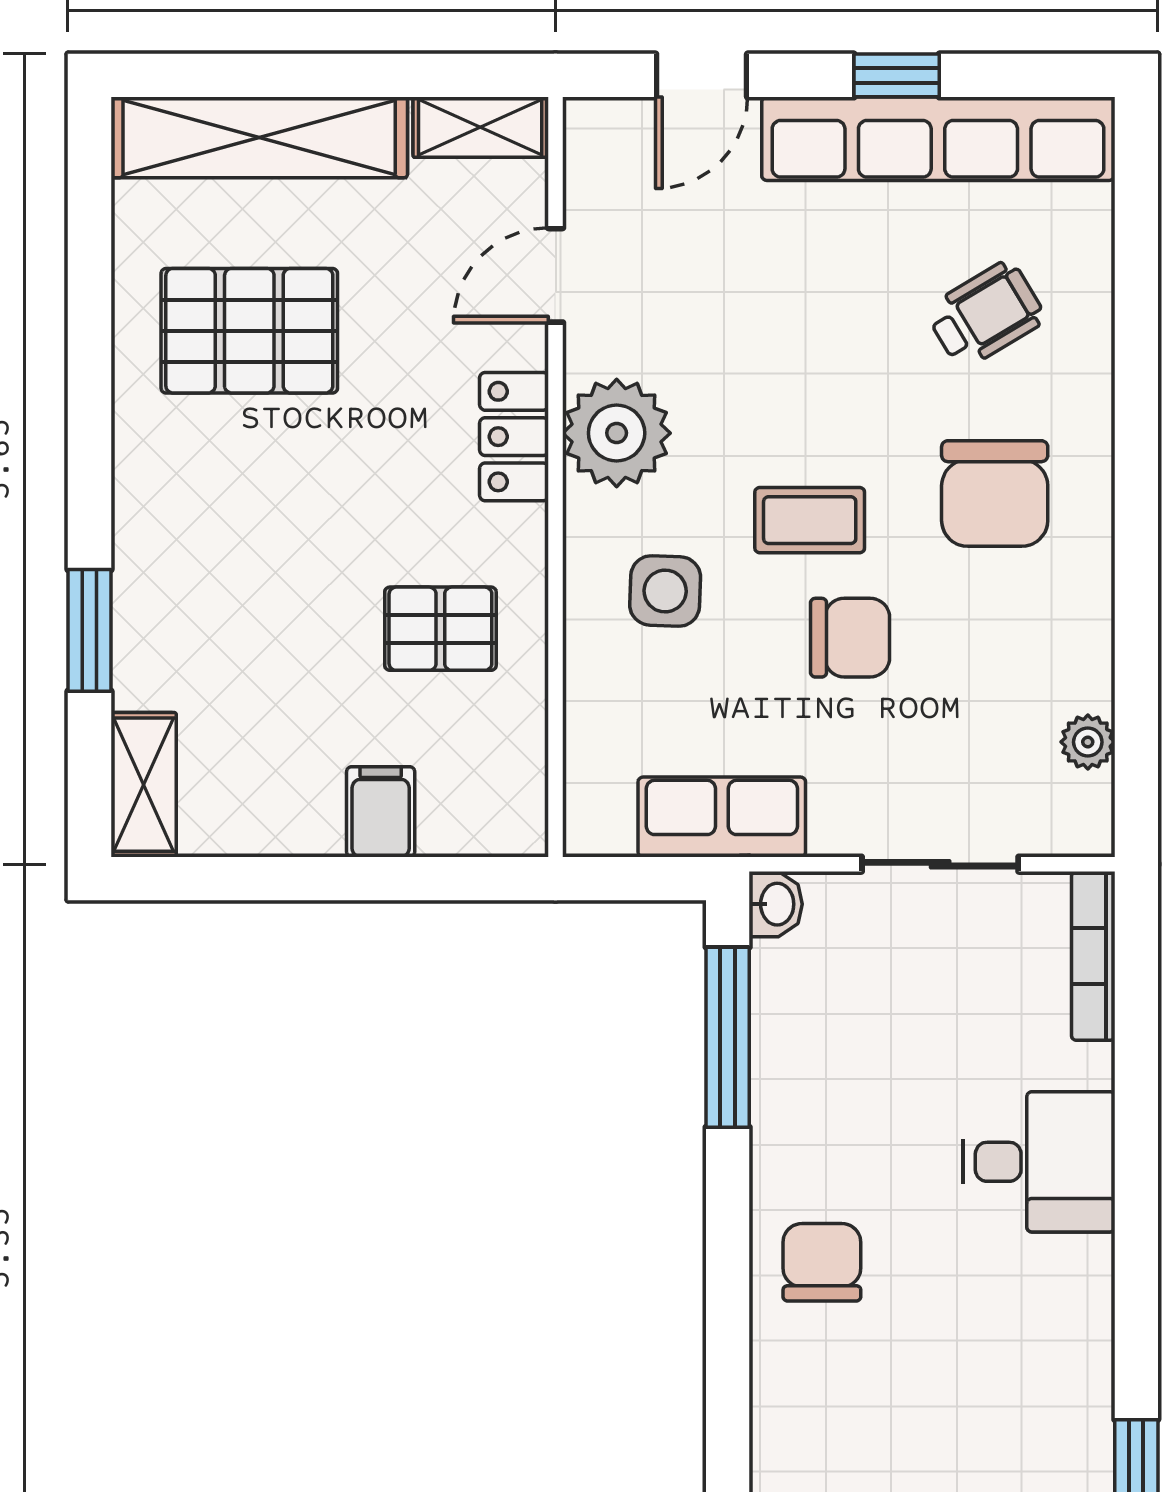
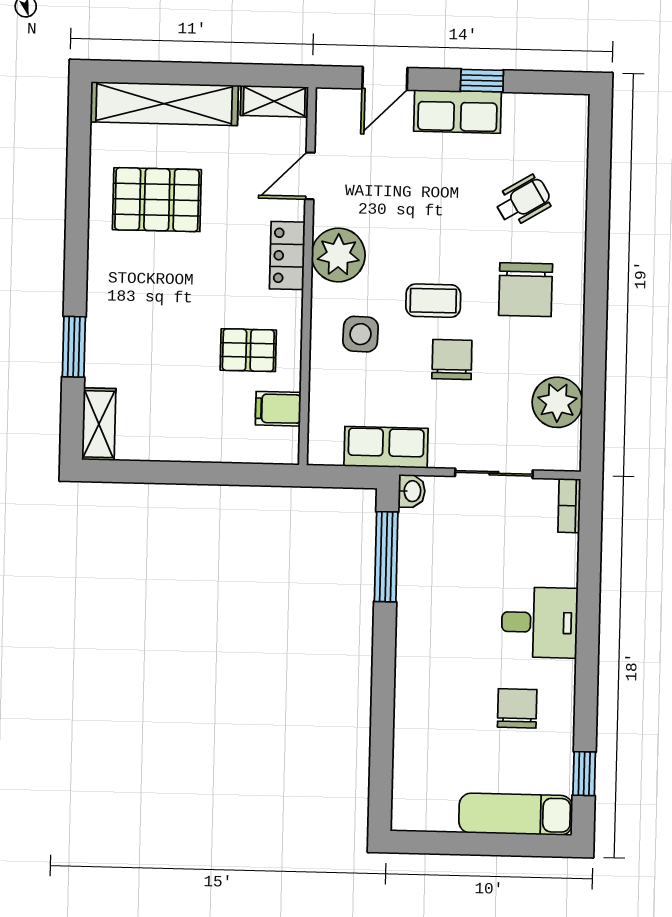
row of seats: (938, 139) -> (457, 112), width x0.50
chair: (850, 638) -> (452, 360), turned -90
plant: (1088, 742) -> (557, 402), width x1.88, depth x1.88
filing cabinet: (381, 812) -> (278, 409), moved, turned -90
bookcase: (1093, 956) -> (569, 506), width x0.64
chair: (822, 1262) -> (517, 708), moved

